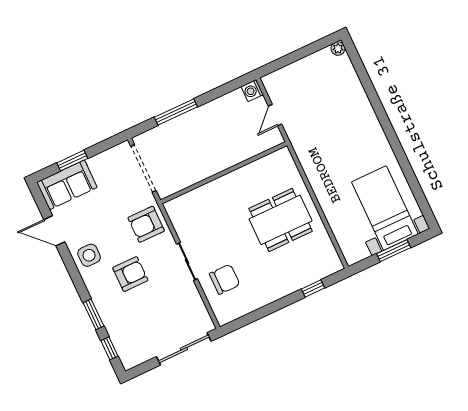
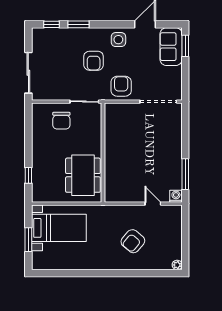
window: (176, 112) -> (185, 174), moved
armchair: (334, 118) -> (133, 241), added
window: (72, 161) -> (185, 46), moved
wall: (224, 173) -> (103, 153), moved
bed with nightstands: (385, 208) -> (59, 228), moved

